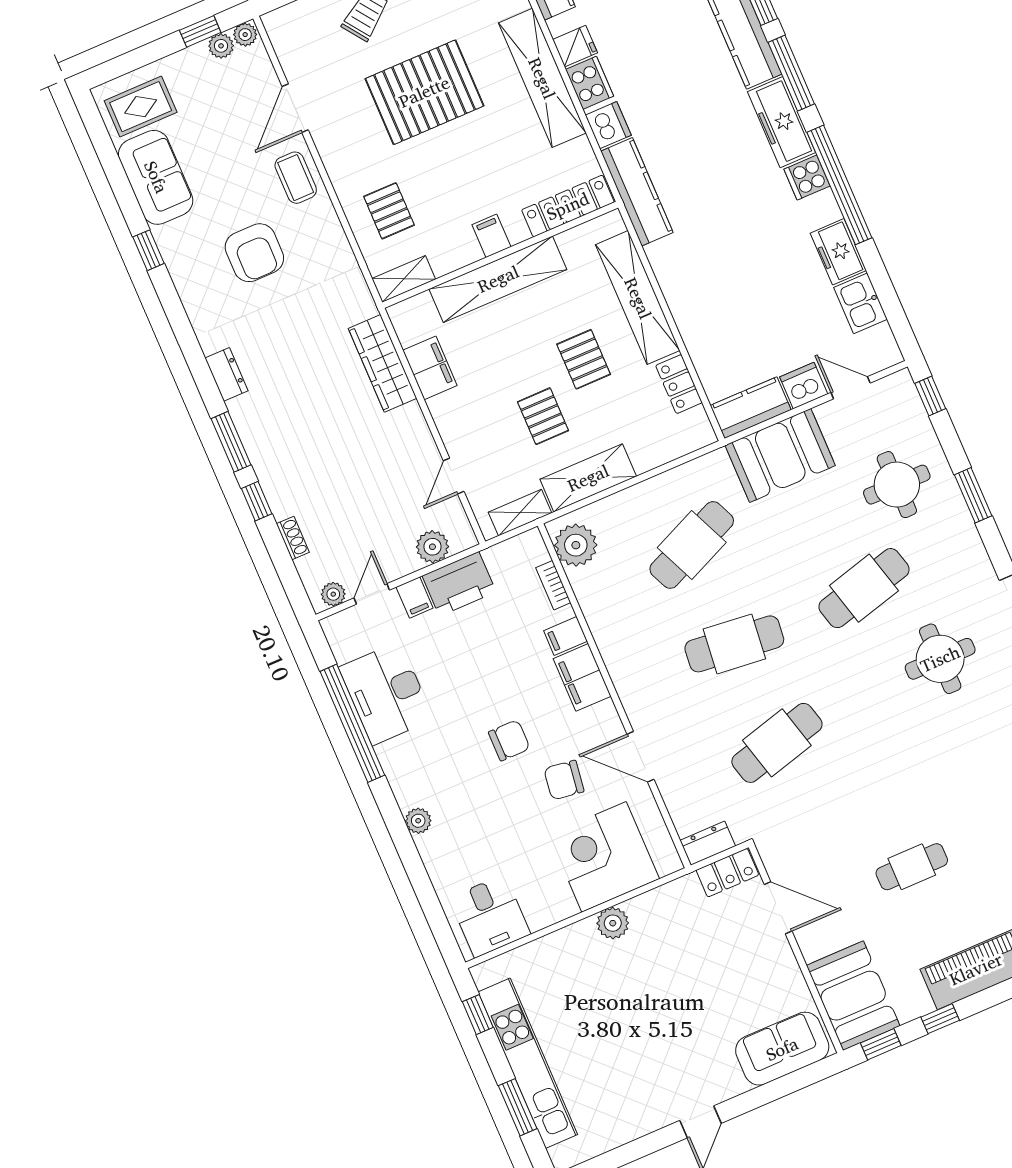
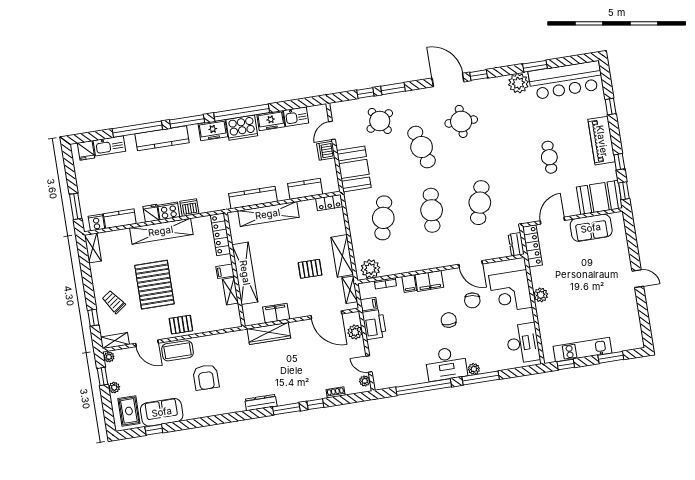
shelving: (283, 38) -> (115, 341), added
plant: (221, 46) -> (114, 388), moved
freezer: (781, 122) -> (213, 130), width x0.71
coffee table: (296, 178) -> (177, 351), width x1.36, depth x1.30
cooker: (807, 178) -> (242, 128), width x1.87, depth x1.31
kitchen counter: (637, 192) -> (253, 197), moved
pallet: (389, 211) -> (181, 325), moved
window: (149, 250) -> (154, 430), moved
armchair: (254, 253) -> (206, 377), turned 90
shelving: (404, 279) -> (230, 291), moved
pallet: (584, 359) -> (290, 245), removed
dresser: (226, 374) -> (261, 403), width x1.44
locker: (679, 384) -> (329, 203), moved
window: (930, 396) -> (365, 93), moved
kitchen counter: (751, 408) -> (305, 189), moved, turned 90
door: (454, 476) -> (326, 315), width x1.88
round table: (897, 485) -> (380, 121), turned -32
cafe table: (692, 545) -> (383, 218), turned 36
filing cabinet: (415, 598) -> (369, 304), moved
desk: (386, 693) -> (446, 364), moved
cafe table: (777, 743) -> (480, 203), turned 30
door: (640, 757) -> (471, 264), hinge flipped
window: (403, 840) -> (481, 378), added
locker: (727, 873) -> (532, 246), width x1.53
desk: (490, 916) -> (523, 343), width x1.37
sofa: (782, 1049) -> (591, 228), moved, turned -90
kitchen unit: (528, 1063) -> (582, 350), width x0.73

